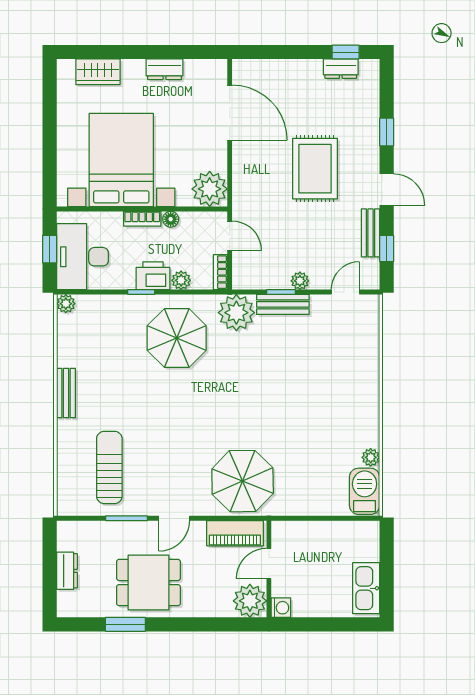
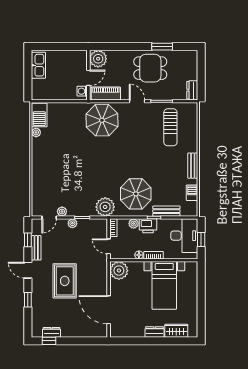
dresser: (164, 69) -> (155, 332), moved
bed with nightstands: (121, 160) -> (164, 285), width x0.73
plant: (66, 304) -> (62, 212), moved
bench: (283, 304) -> (166, 211), moved
barbecue: (67, 340) -> (192, 193), added
door: (174, 518) -> (137, 101), hinge flipped
dresser: (67, 571) -> (192, 90), moved
washing machine: (281, 608) -> (82, 91), moved

